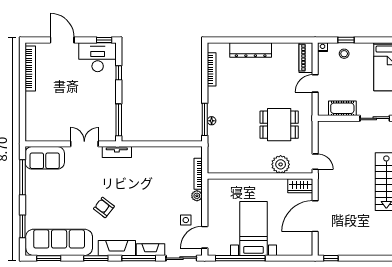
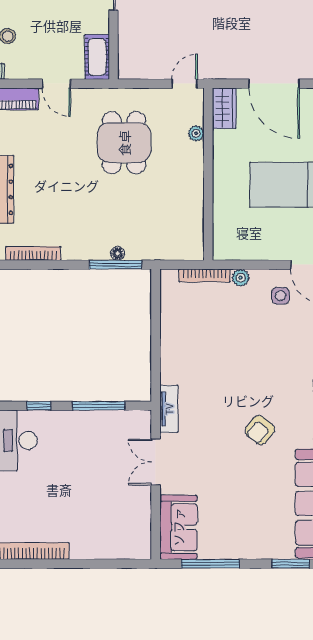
cot: (342, 108) -> (97, 57), moved
window: (119, 120) -> (99, 406), moved
plant: (281, 164) -> (196, 133), width x0.53, depth x0.53

